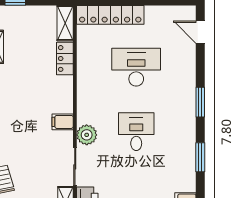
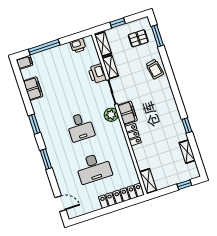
locker: (65, 58) -> (133, 135), moved
filing cabinet: (63, 122) -> (127, 113), width x2.00

